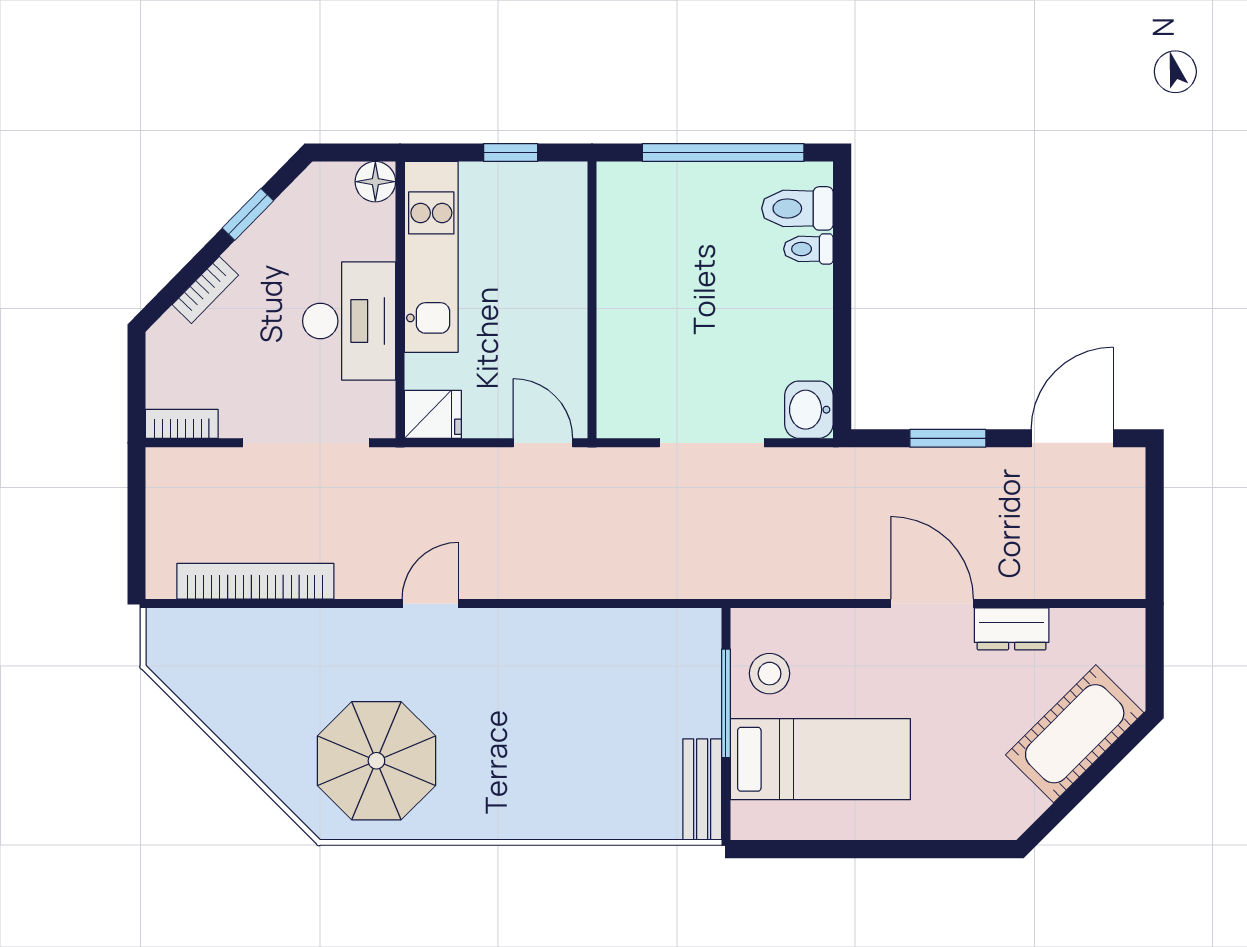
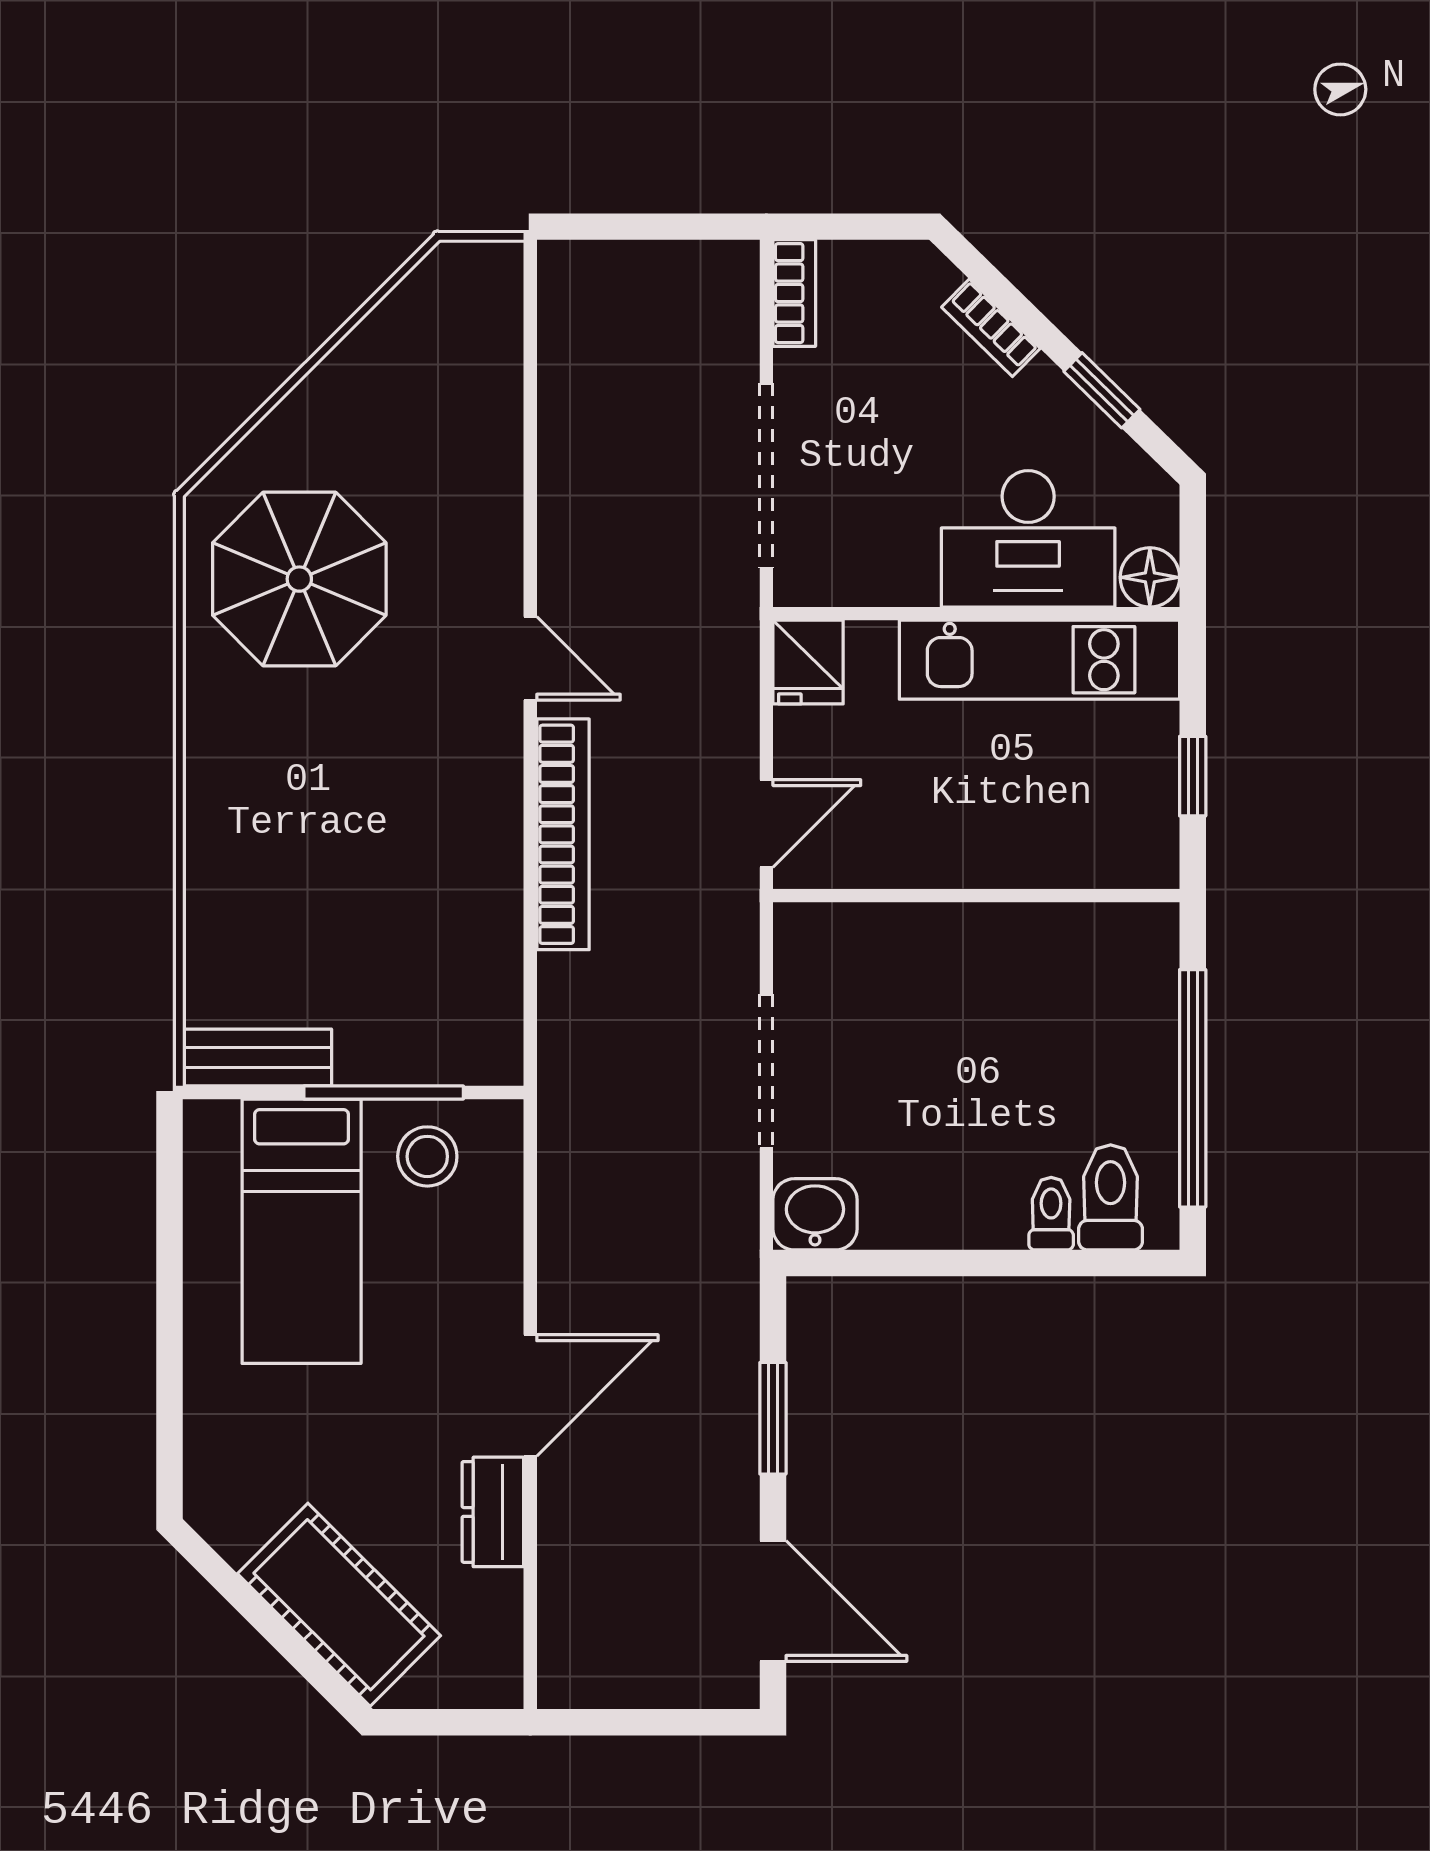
desk: (349, 321) -> (1028, 539), moved
bookcase: (255, 581) -> (563, 834), moved

